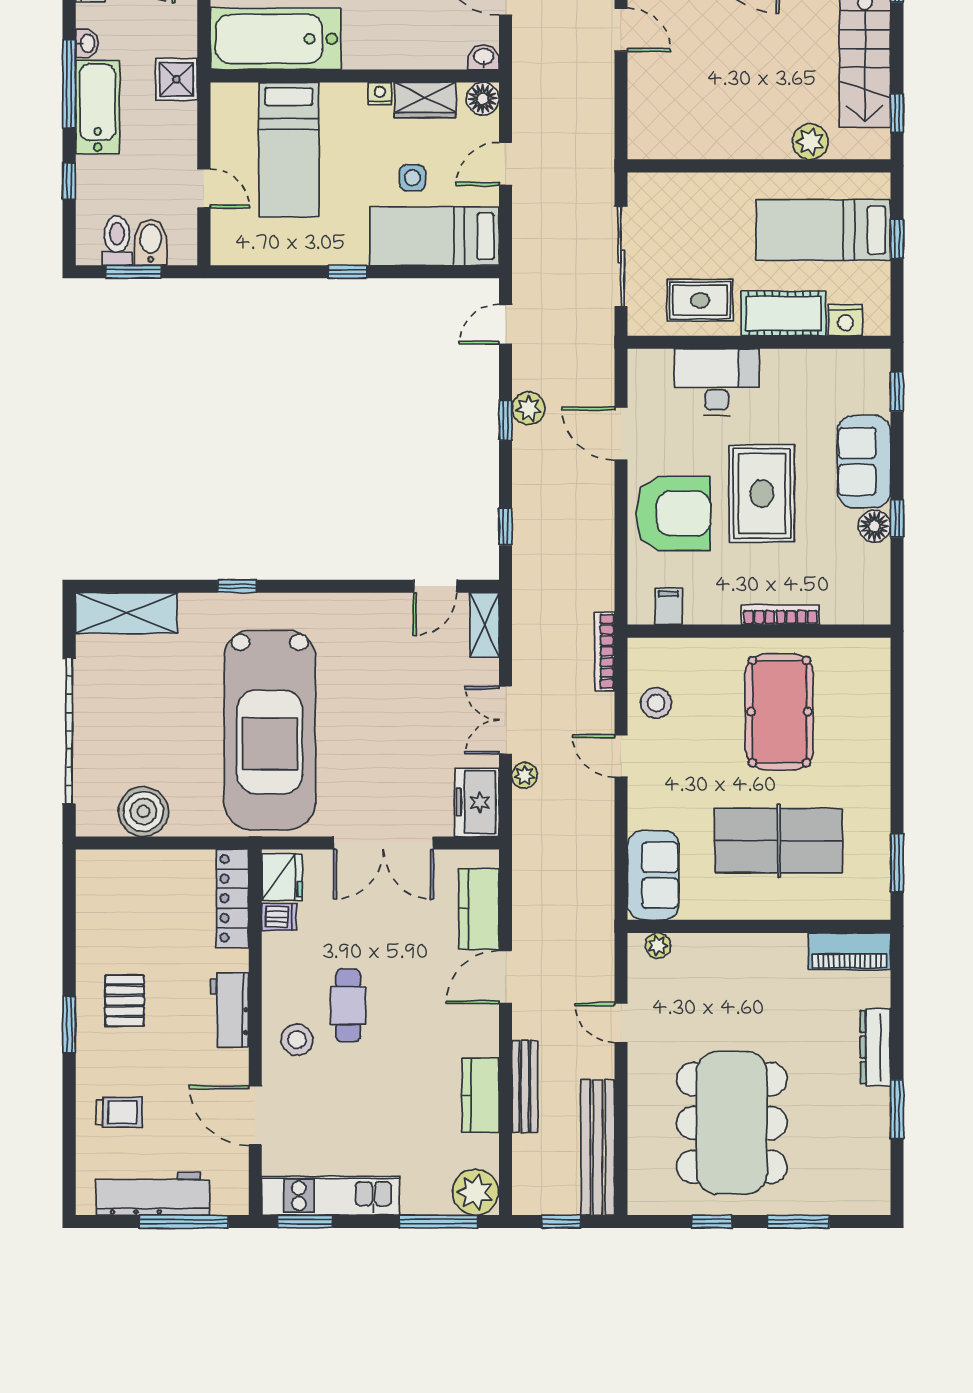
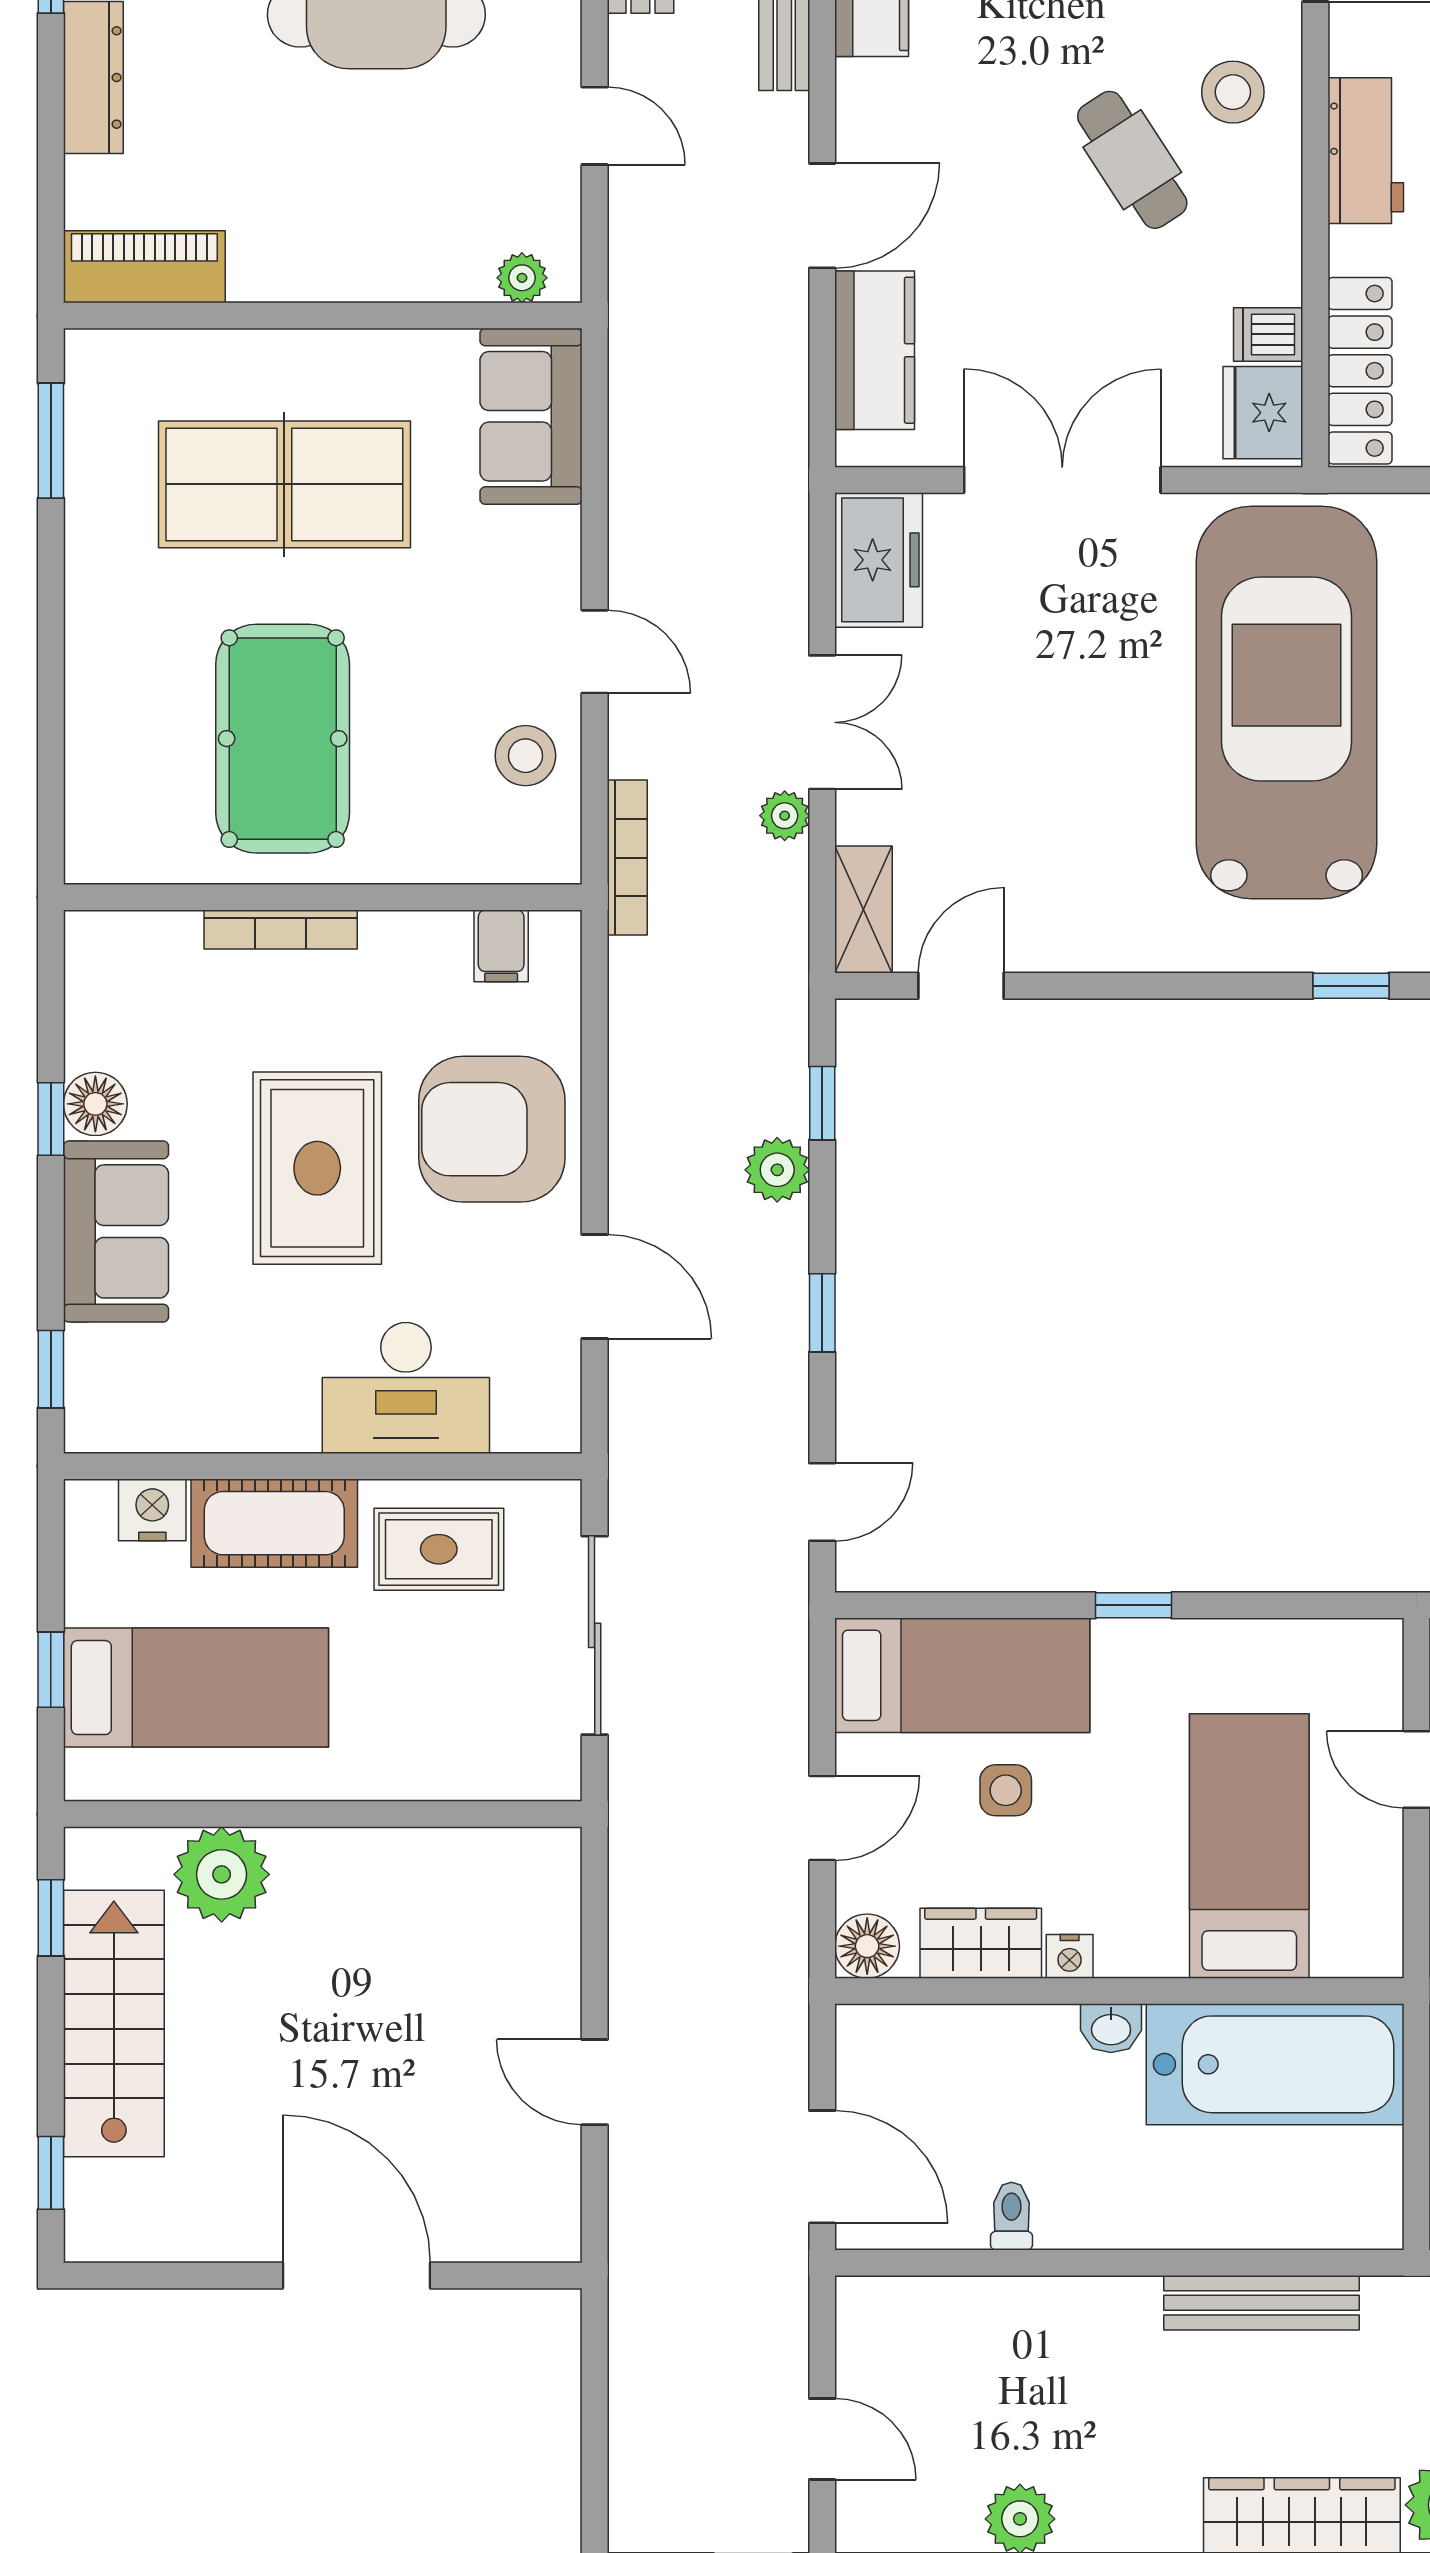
washbasin: (484, 57) -> (1111, 2028), moved
plant: (810, 142) -> (222, 1874), width x1.36, depth x1.36
plant: (528, 408) -> (777, 1170), moved
plant: (525, 775) -> (785, 816), moved
cafe table: (348, 1005) -> (1132, 160), turned -33

